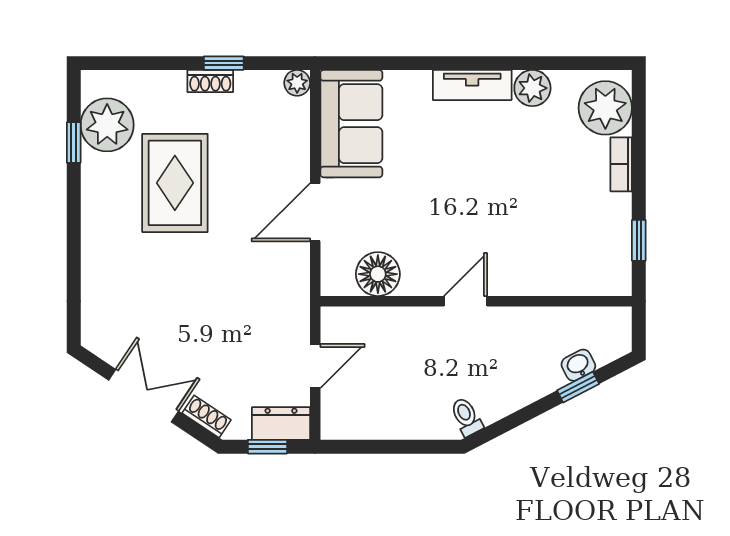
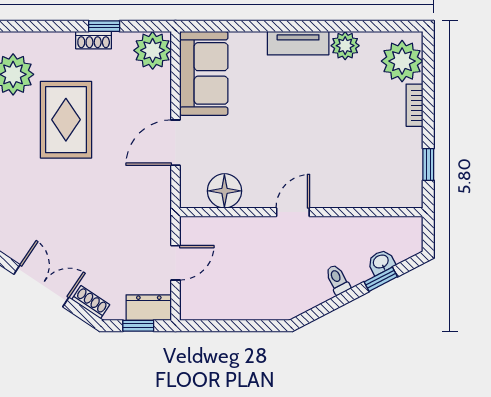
plant: (297, 83) -> (153, 50), width x1.87, depth x1.87
toilet: (466, 417) -> (337, 280), moved

